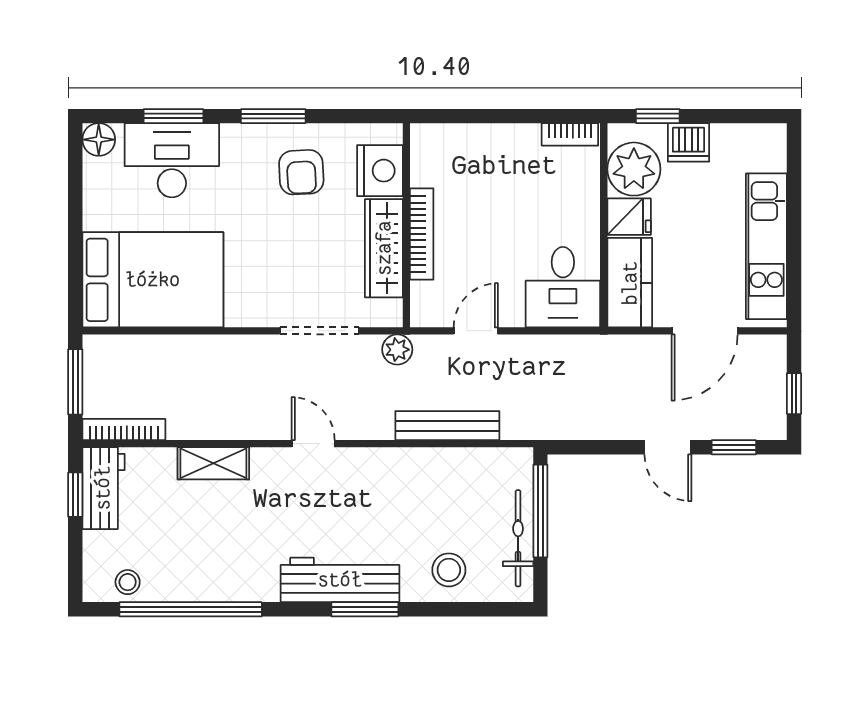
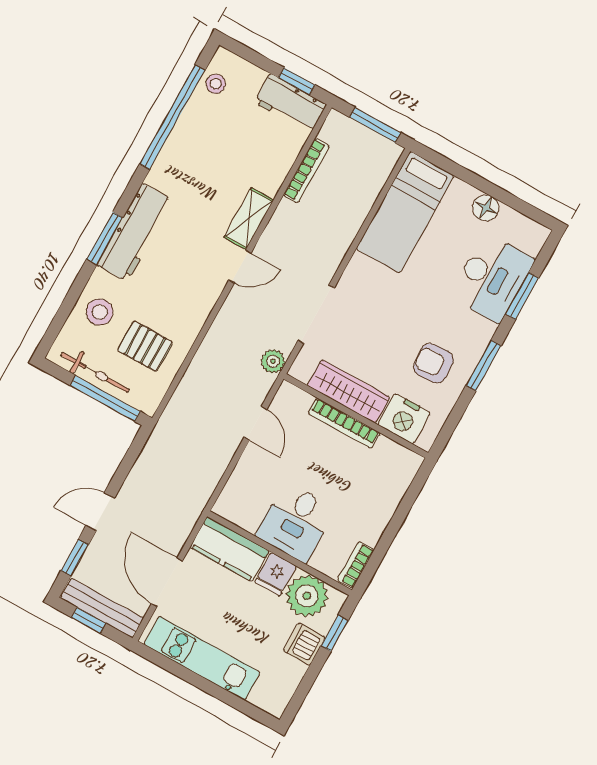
floor lamp: (99, 140) -> (486, 208), moved
bed: (153, 280) -> (405, 212), width x0.67
desk: (563, 287) -> (296, 522), moved, turned -90
bench: (447, 426) -> (102, 608), moved, turned 90
bookcase: (124, 430) -> (306, 170), moved
shelving: (213, 463) -> (249, 219), moved
pallet: (459, 499) -> (145, 346), added

